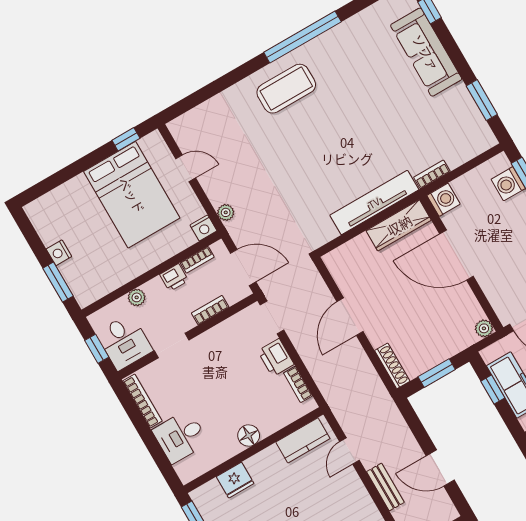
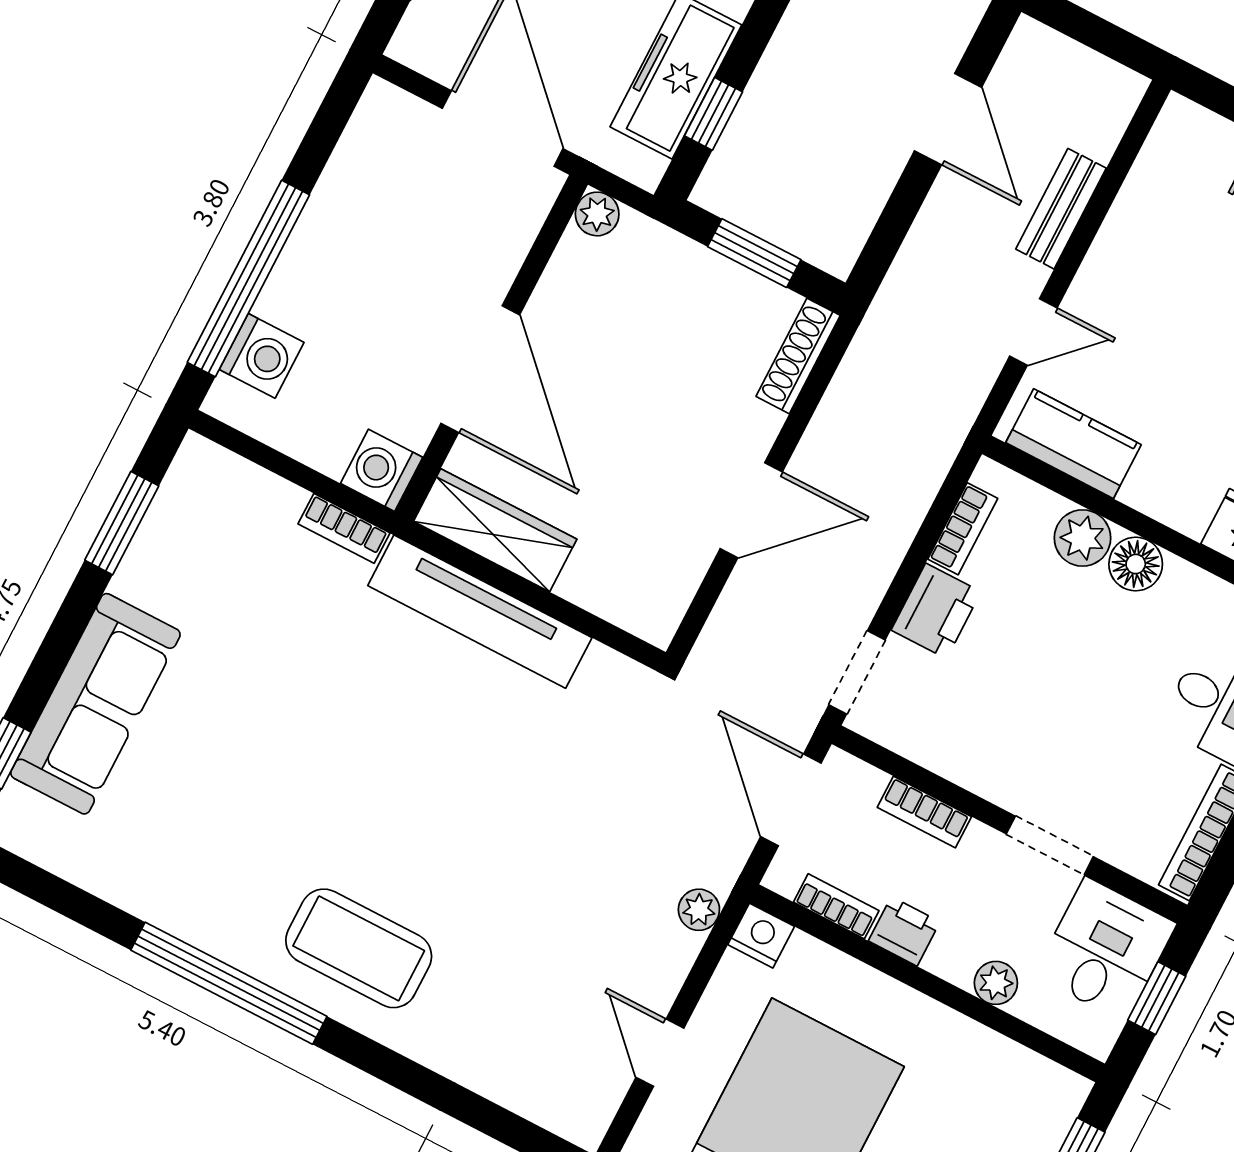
plant: (269, 423) -> (1083, 538), added

